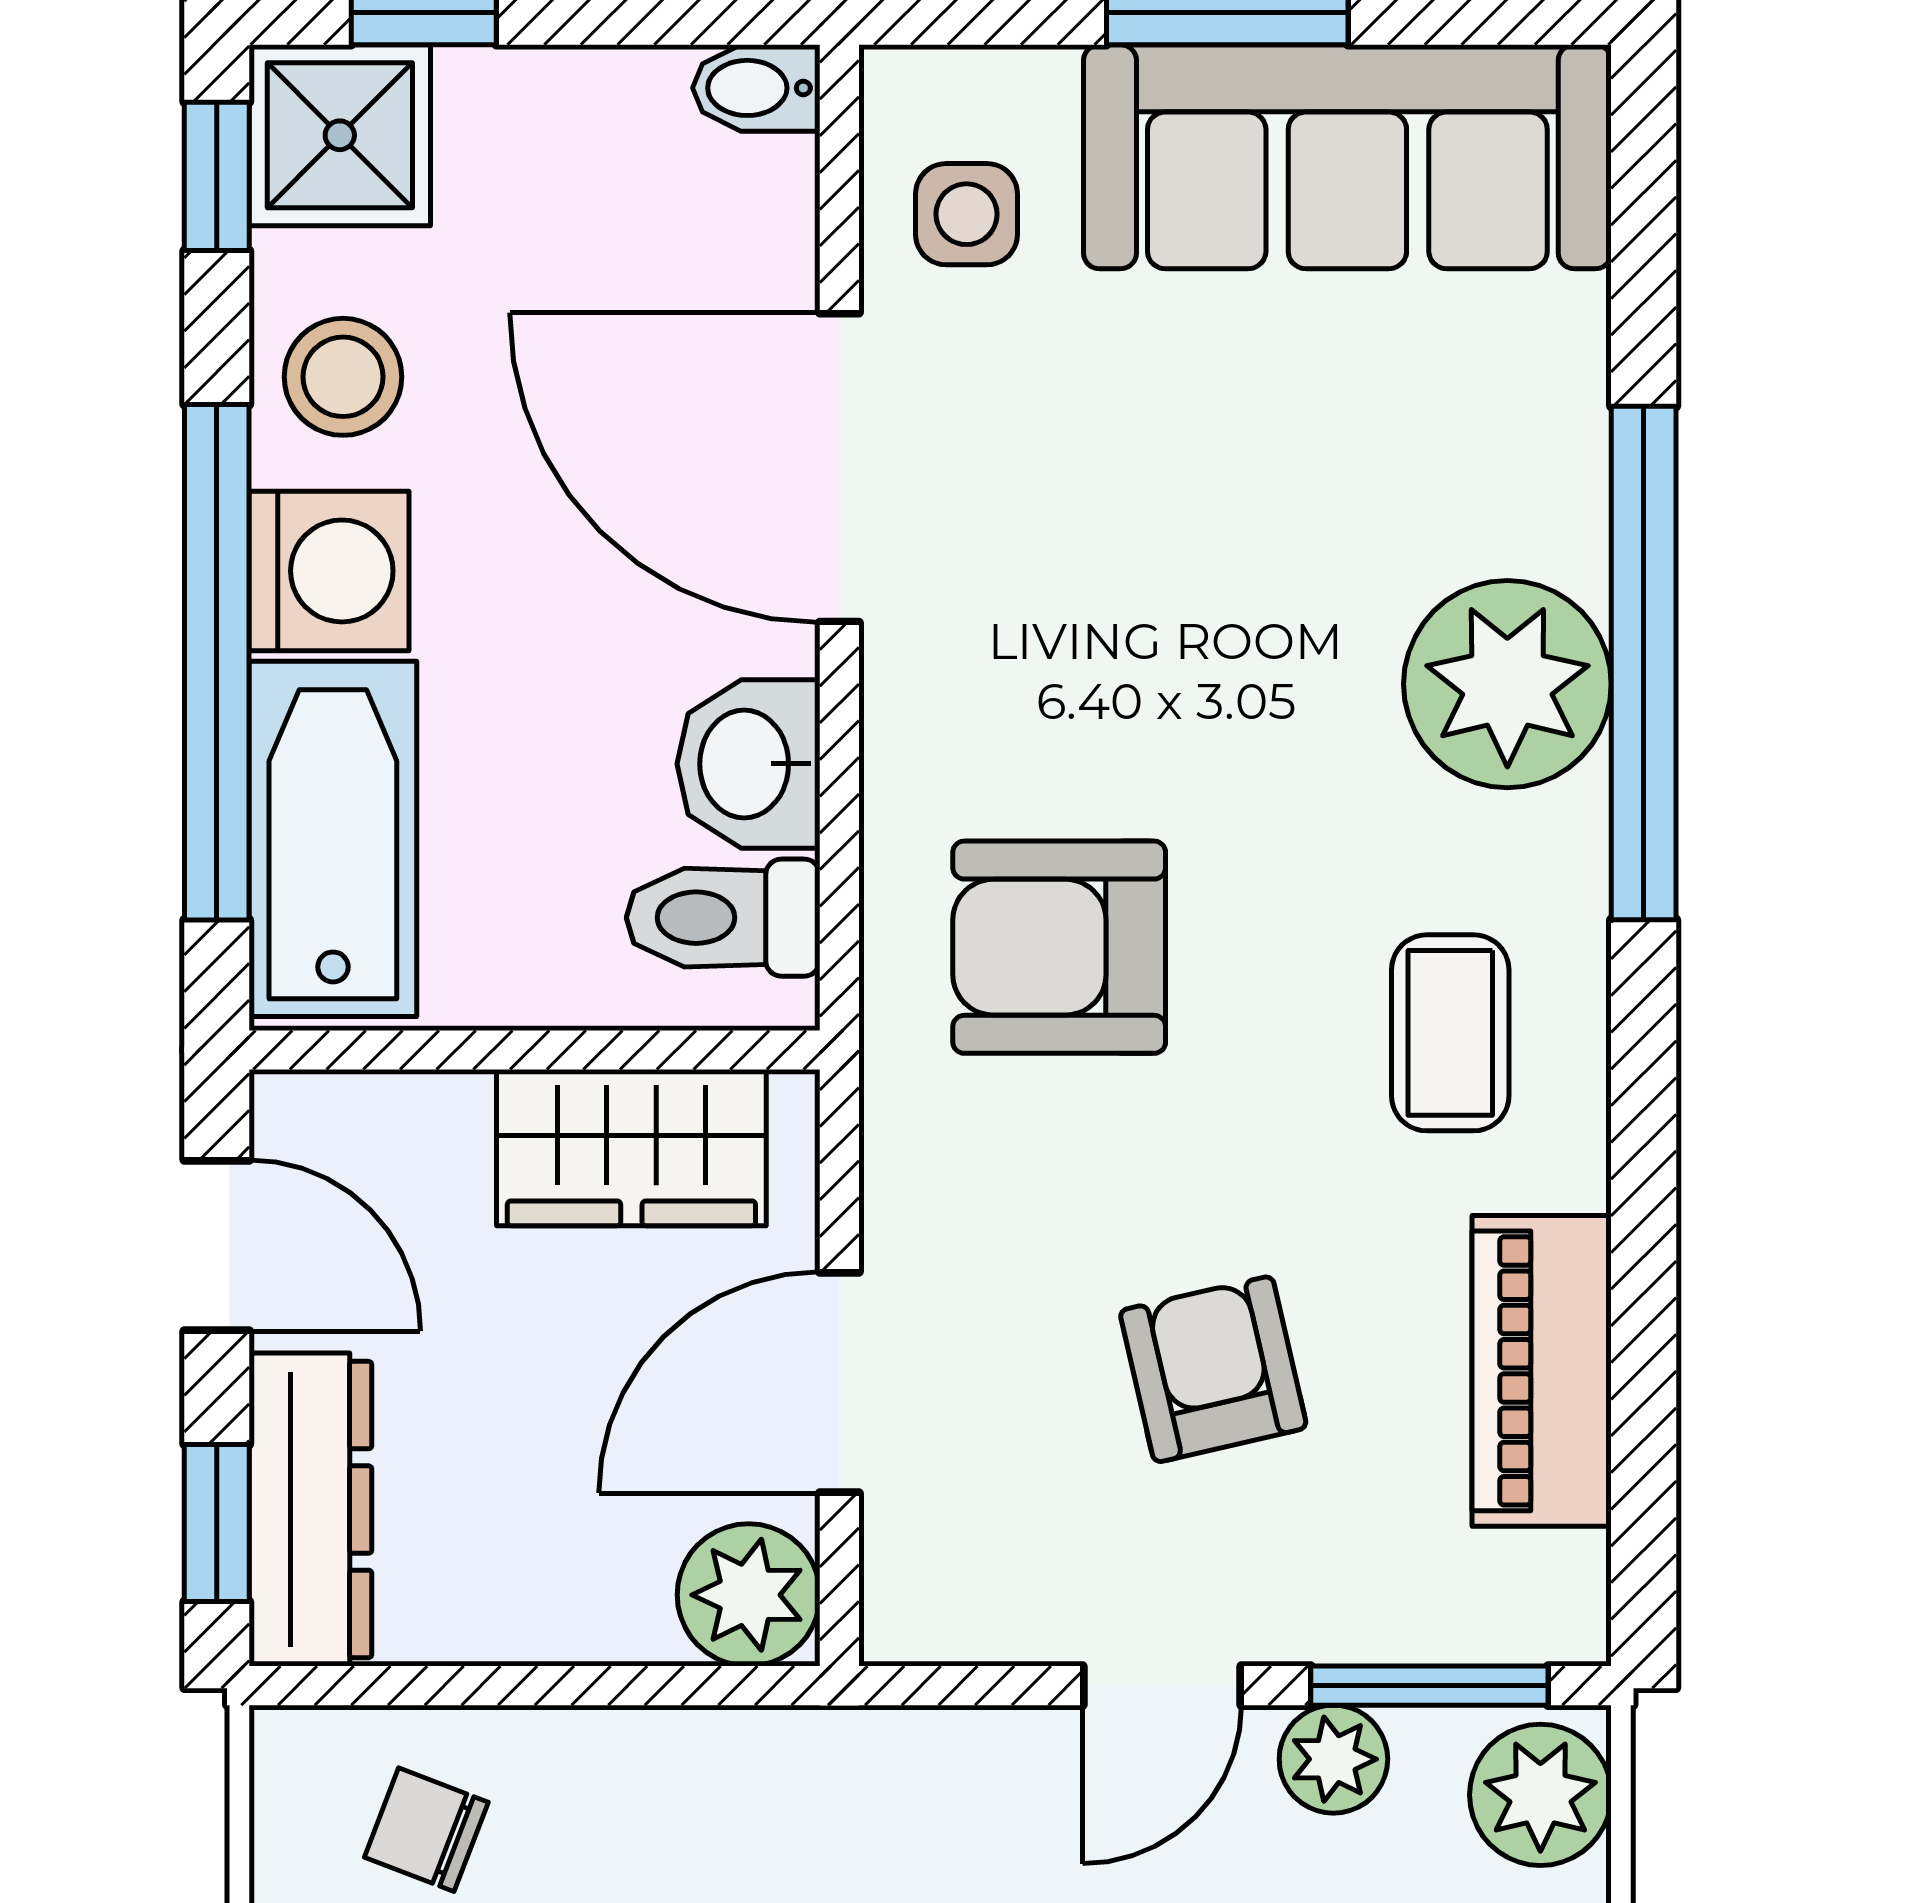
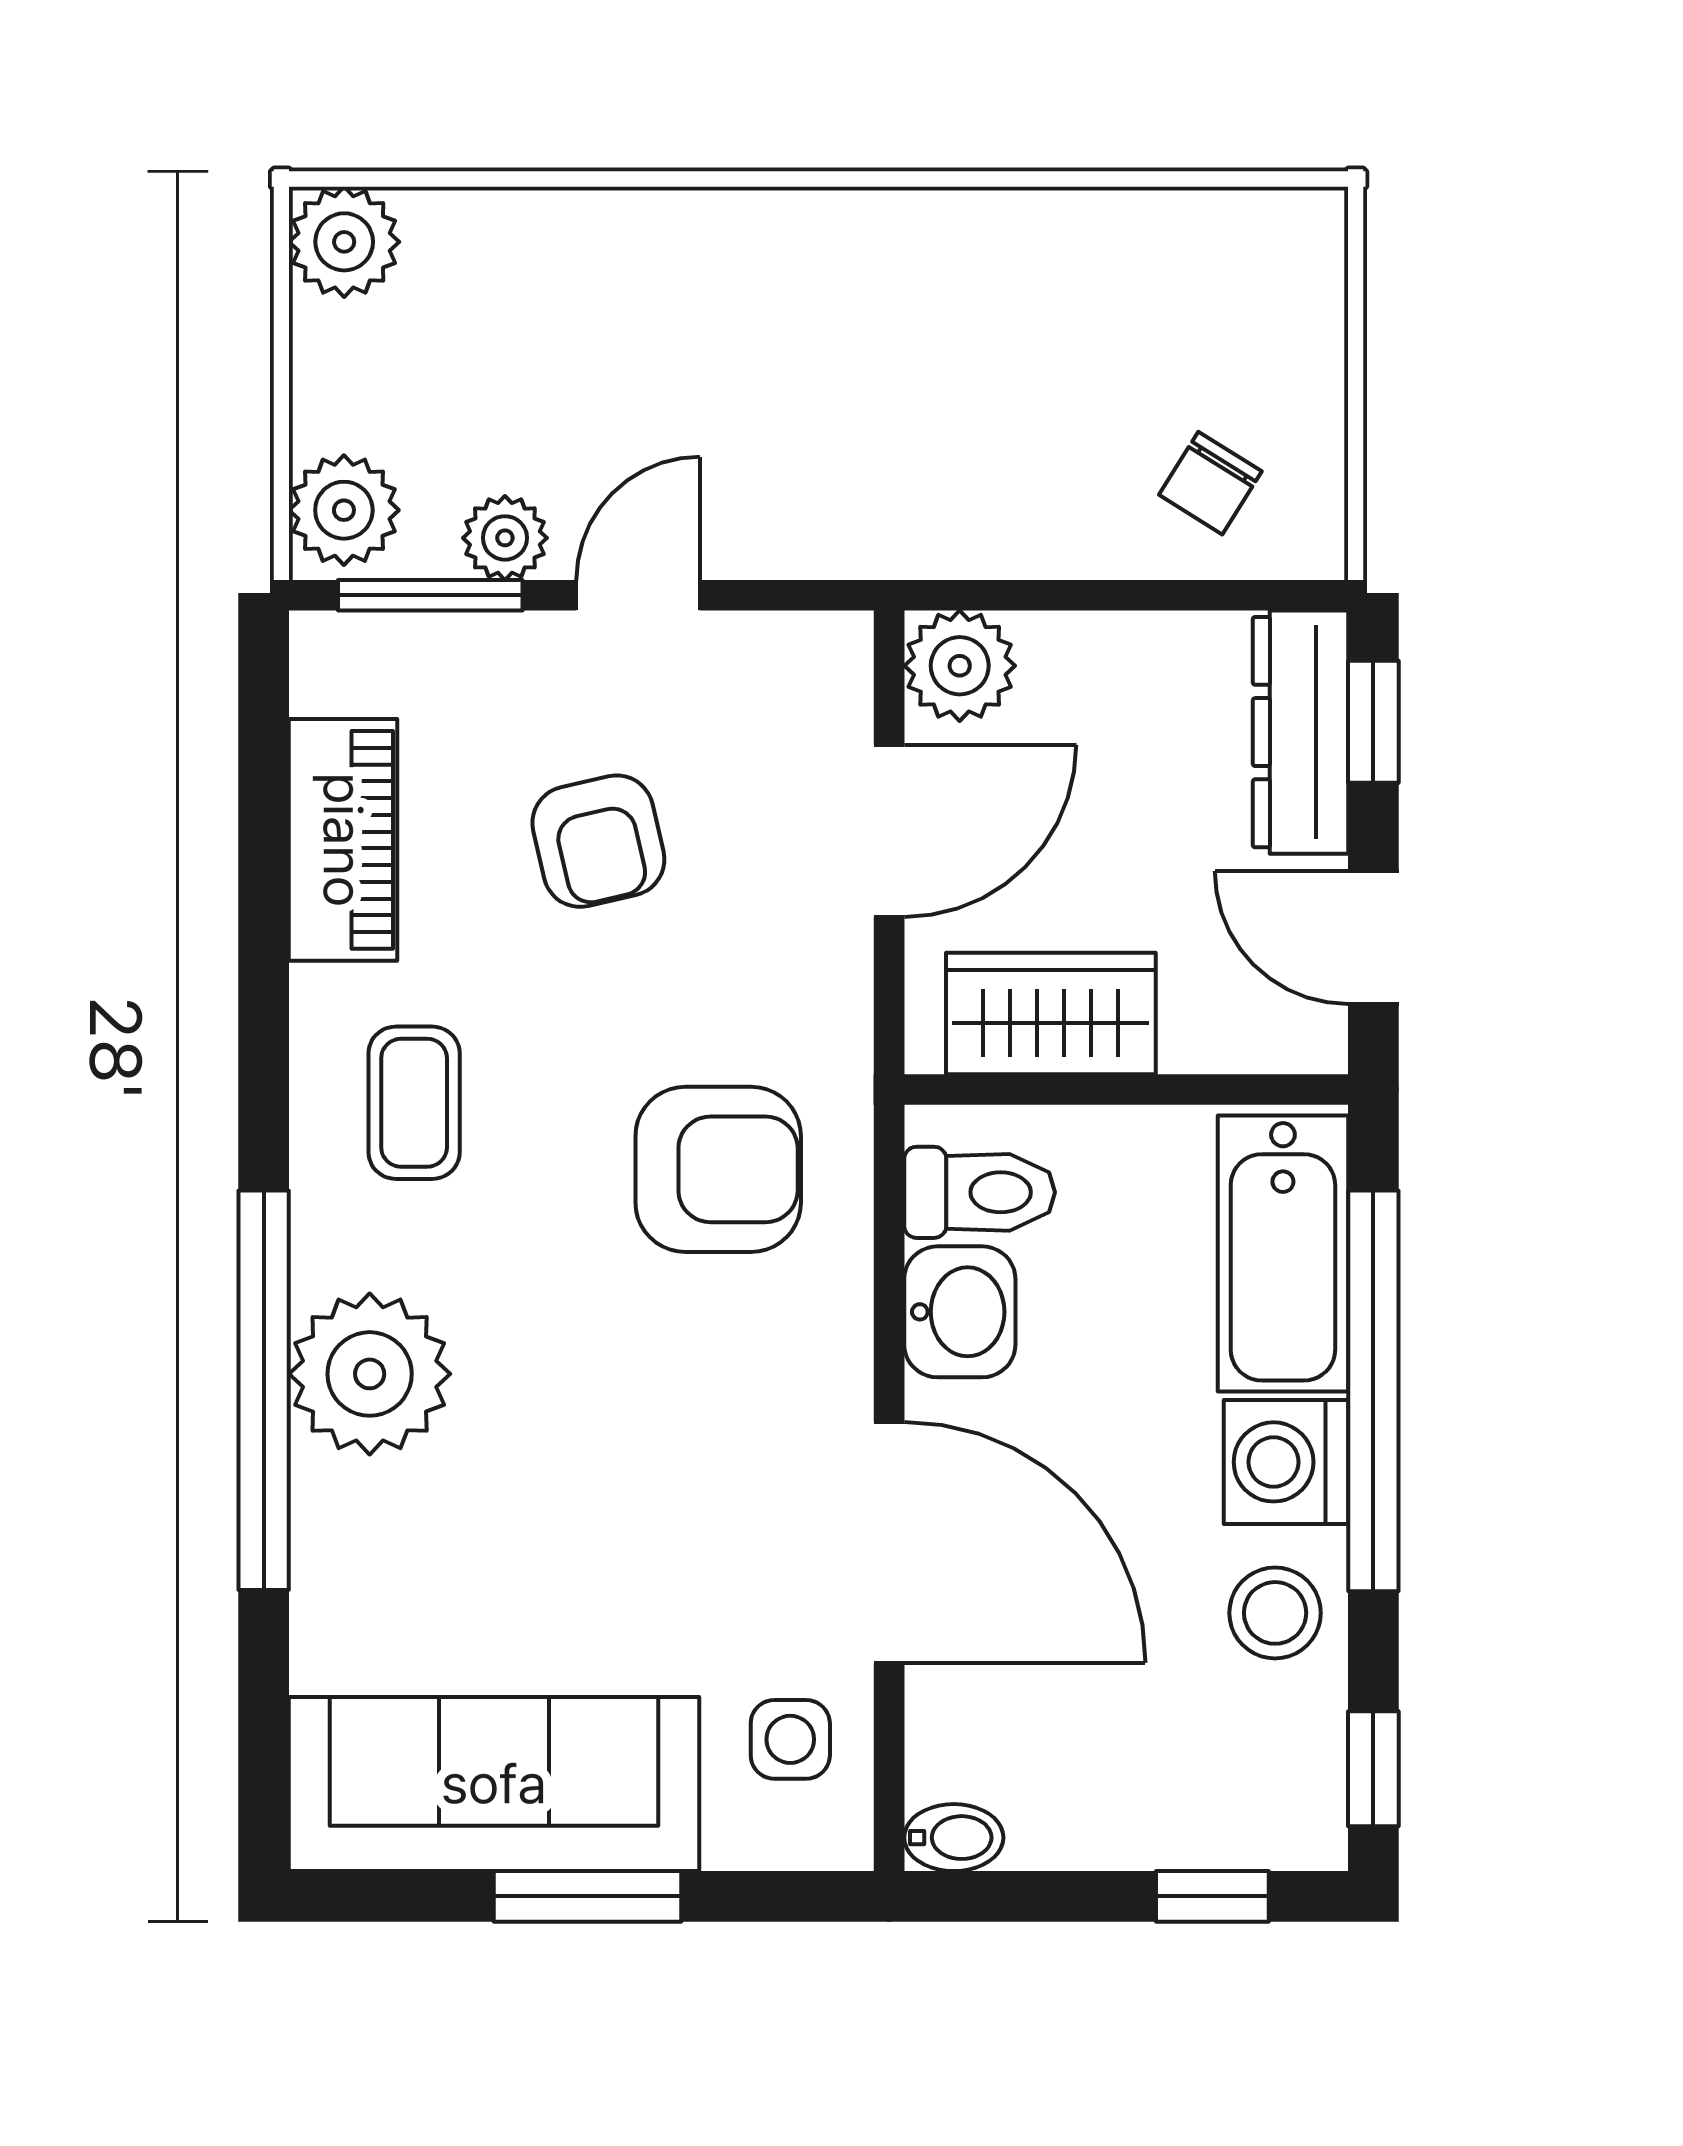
shower: (340, 135) -> (1278, 1801), removed
chair: (426, 1830) -> (1210, 483), turned 101

